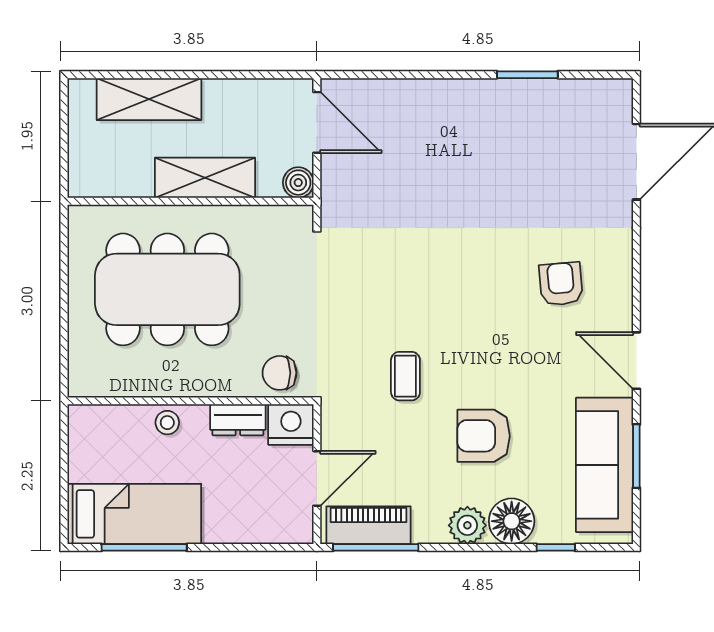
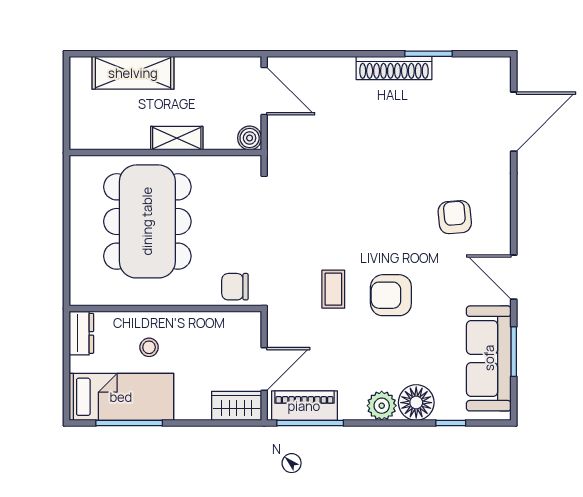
shoe rack: (483, 93) -> (394, 68), added
shelving: (205, 178) -> (177, 138), width x0.67, depth x0.75
dining table: (167, 289) -> (147, 221), turned 90
dresser: (238, 420) -> (81, 333), moved, turned -90
stool: (167, 423) -> (149, 347), moved
nightstand: (291, 425) -> (244, 327), removed
armchair: (484, 436) -> (391, 295), moved
wardrobe: (282, 525) -> (237, 406), added

